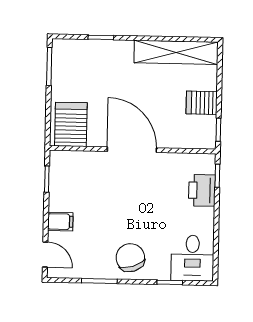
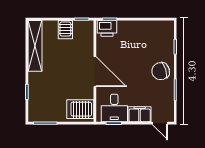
door: (132, 150) -> (95, 72), swing flipped
printer: (202, 190) -> (107, 28), moved
filing cabinet: (60, 222) -> (140, 114), width x2.00
door: (45, 255) -> (160, 123), swing flipped
desk: (192, 258) -> (114, 108), moved, turned 90

